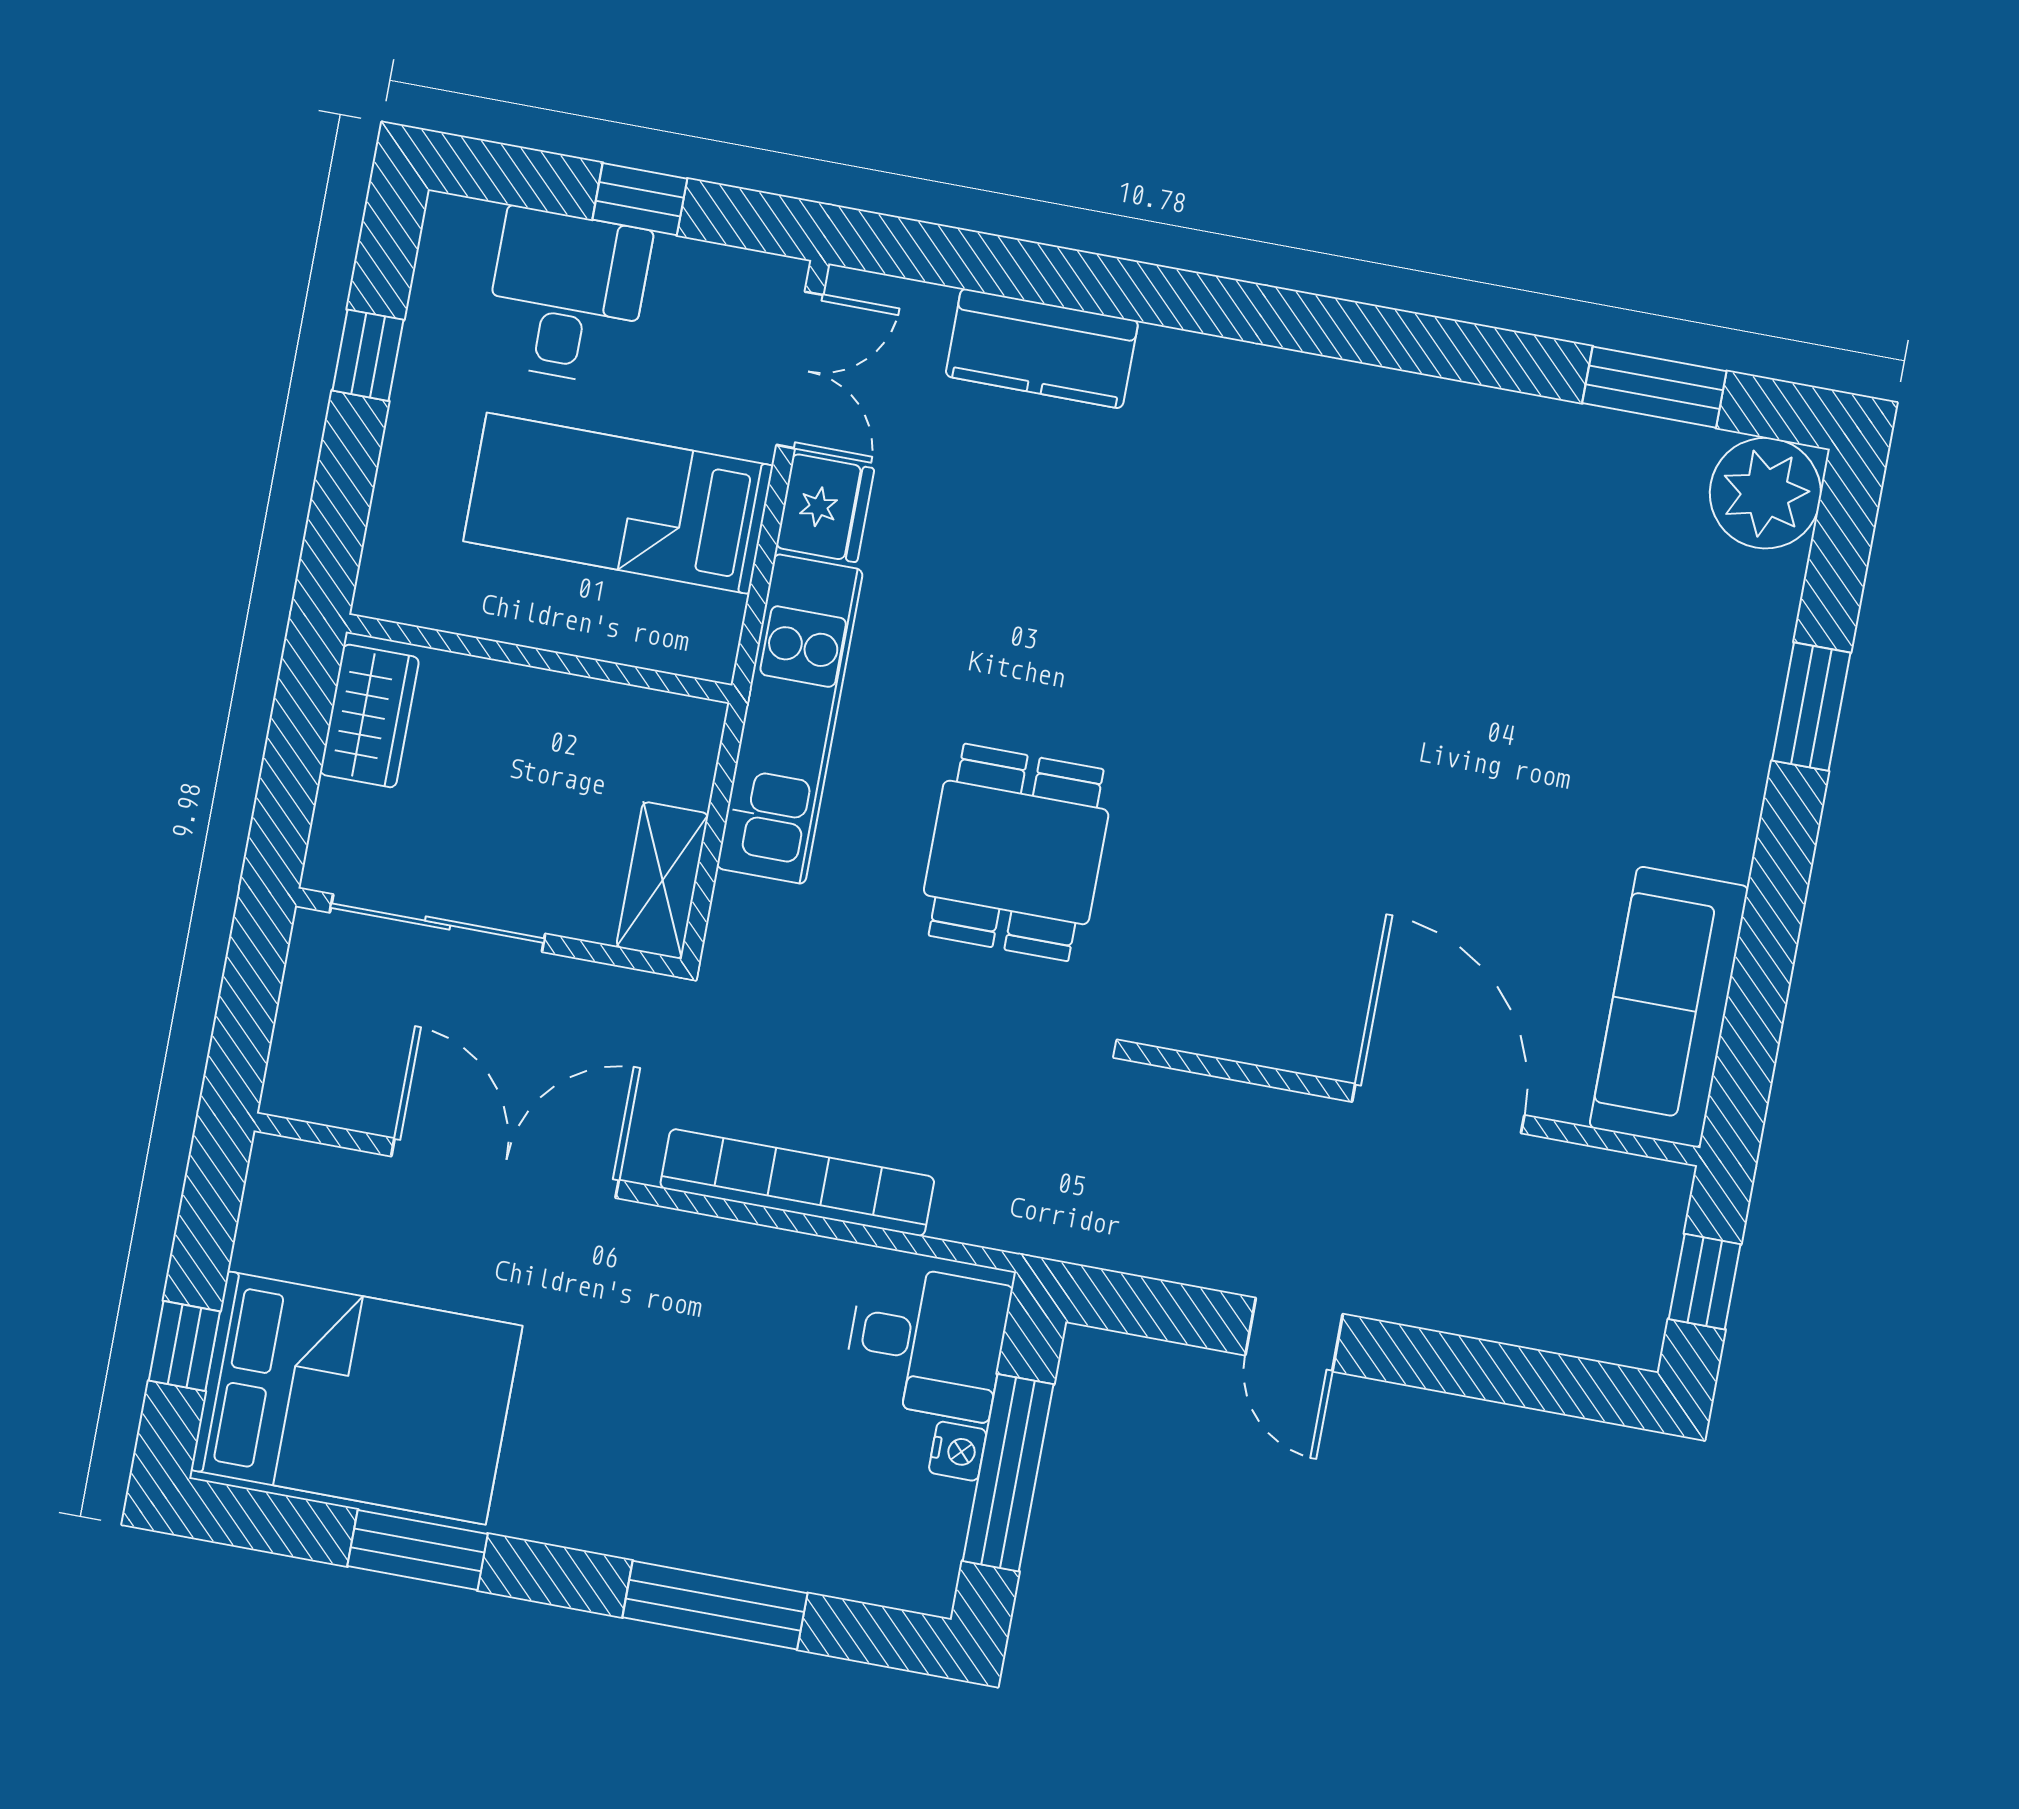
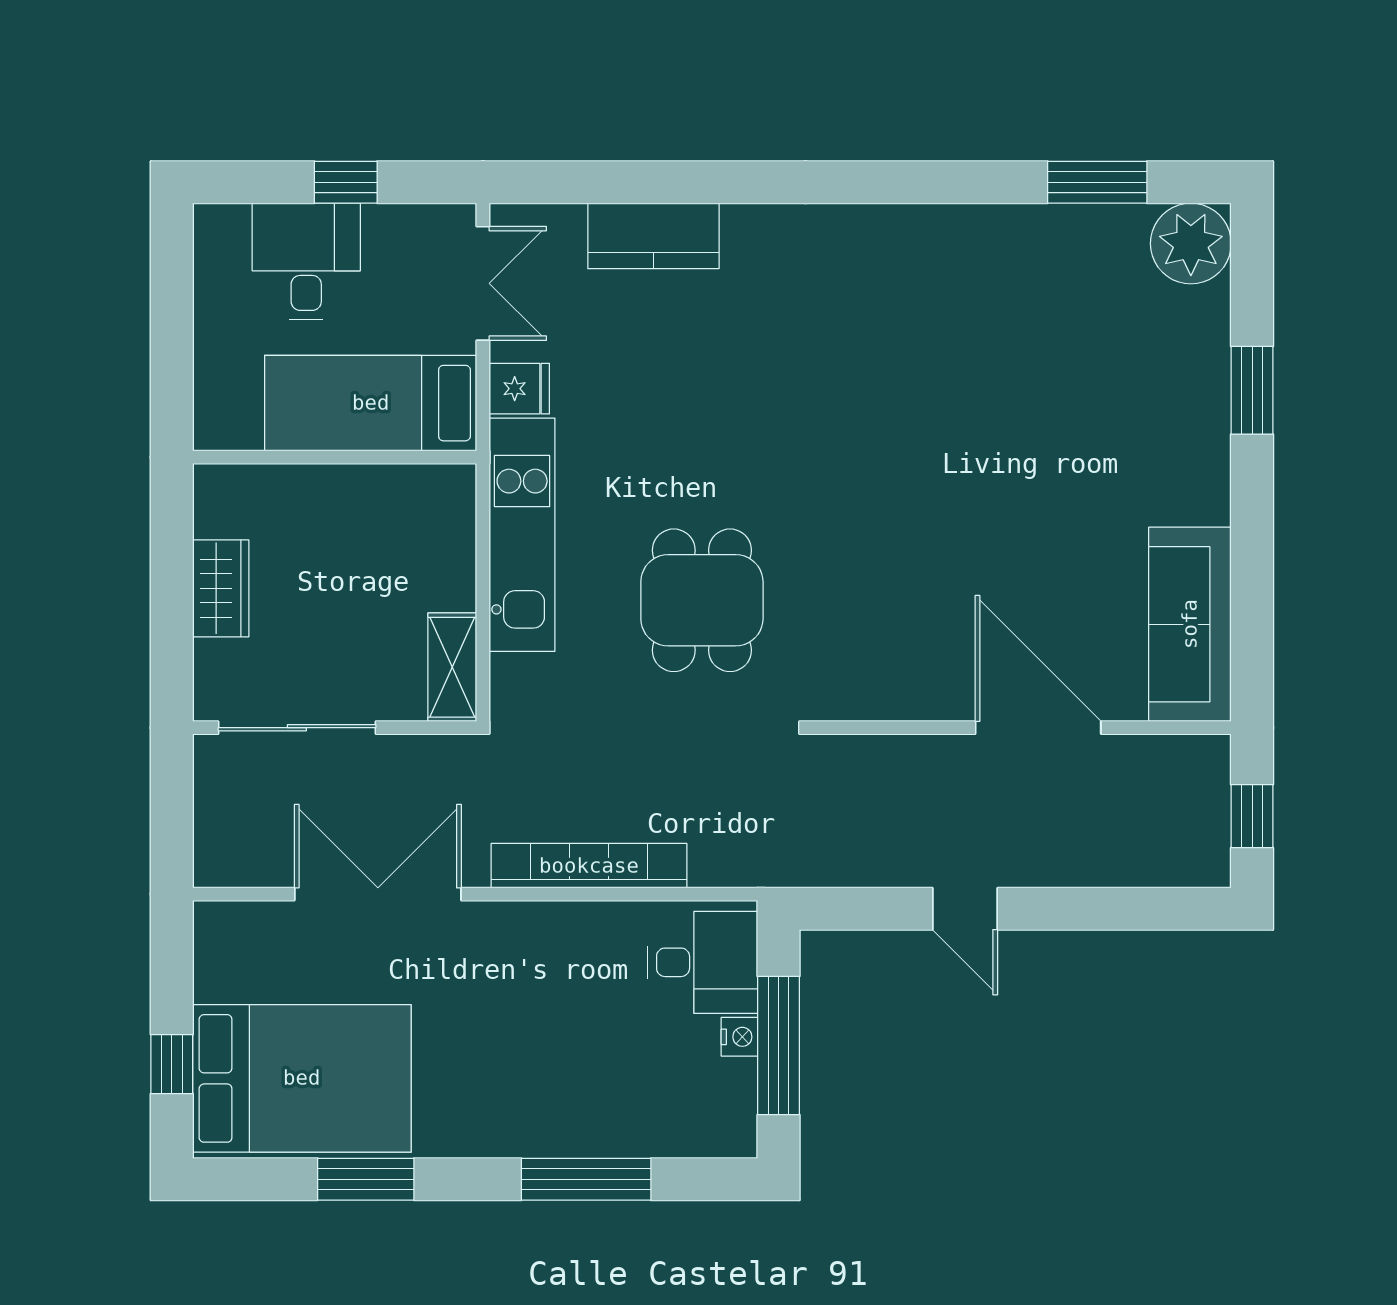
window: (368, 355) -> (172, 330), removed
fridge: (825, 508) -> (519, 389), width x0.72
wall: (539, 659) -> (335, 457), moved

